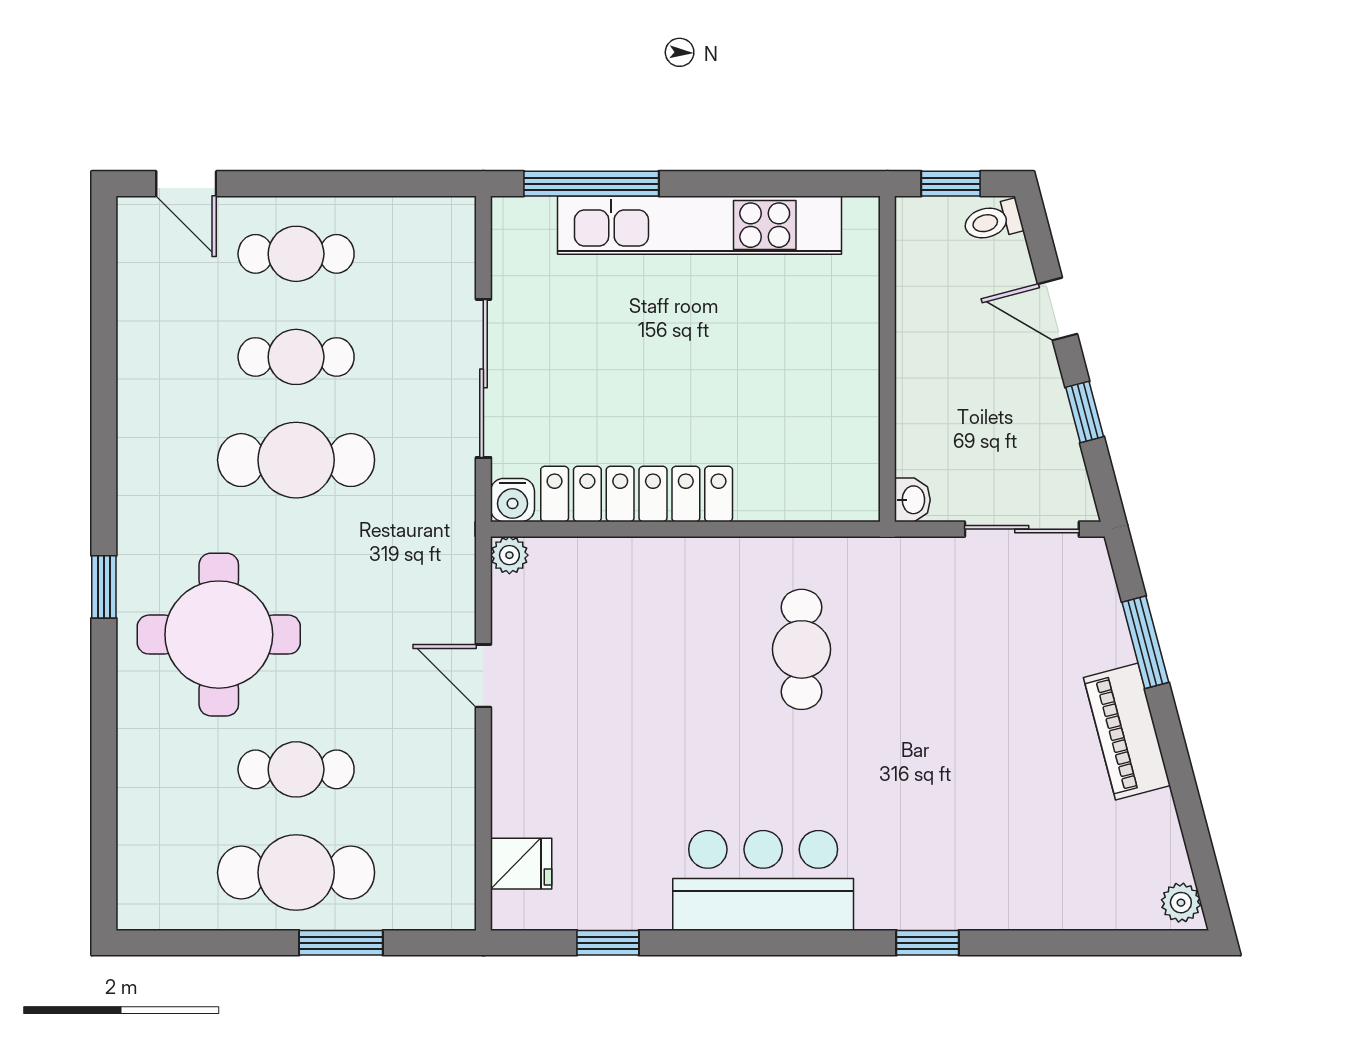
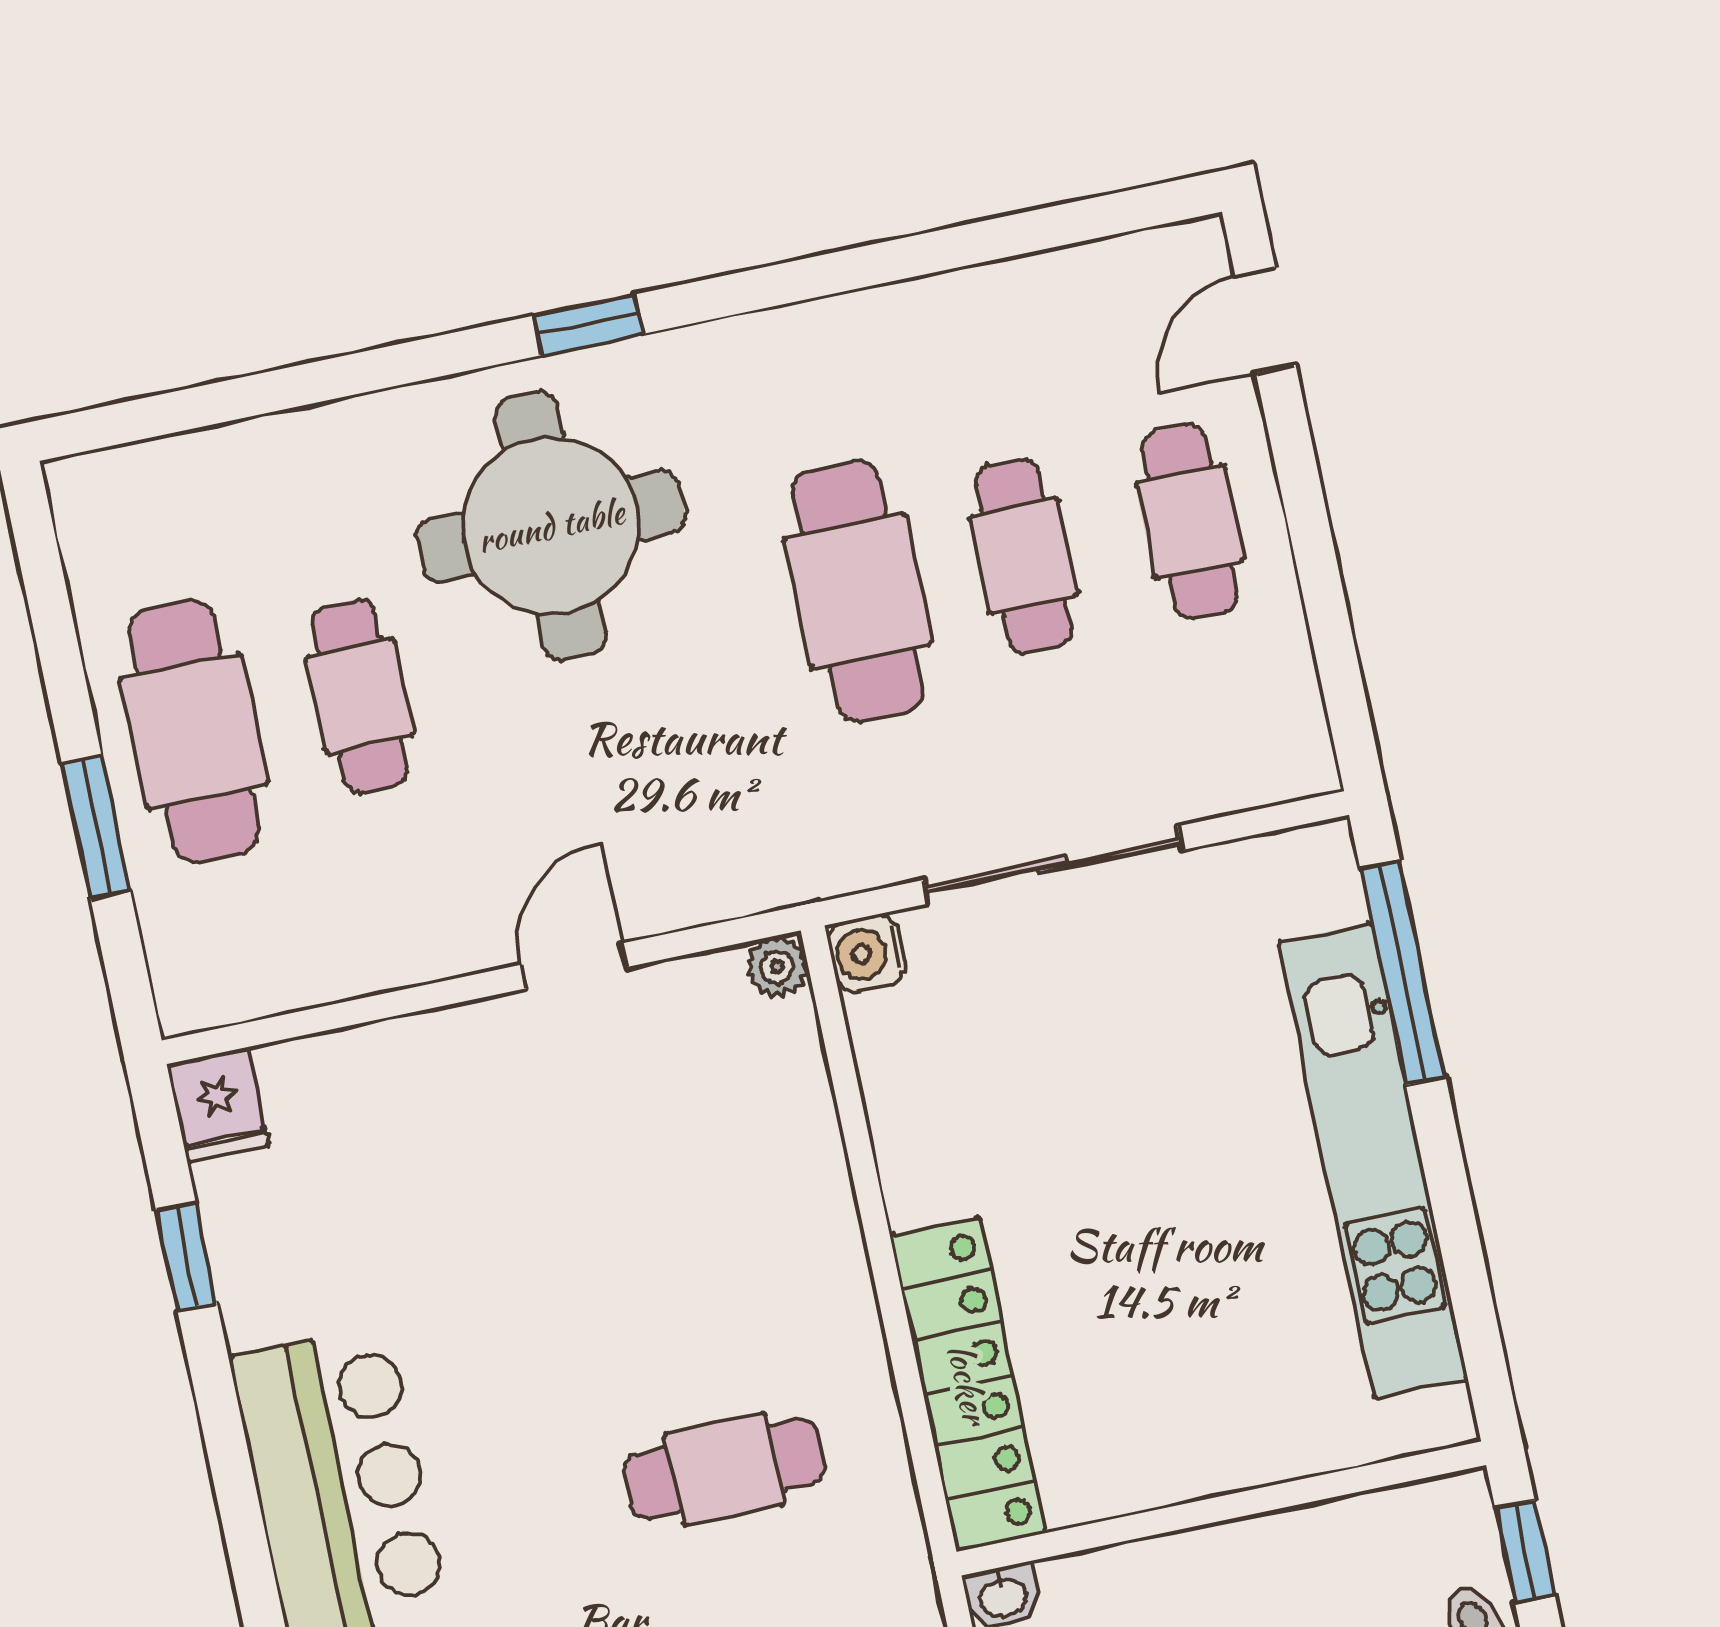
locker: (637, 494) -> (968, 1384), moved
fridge: (521, 864) -> (218, 1104), moved

